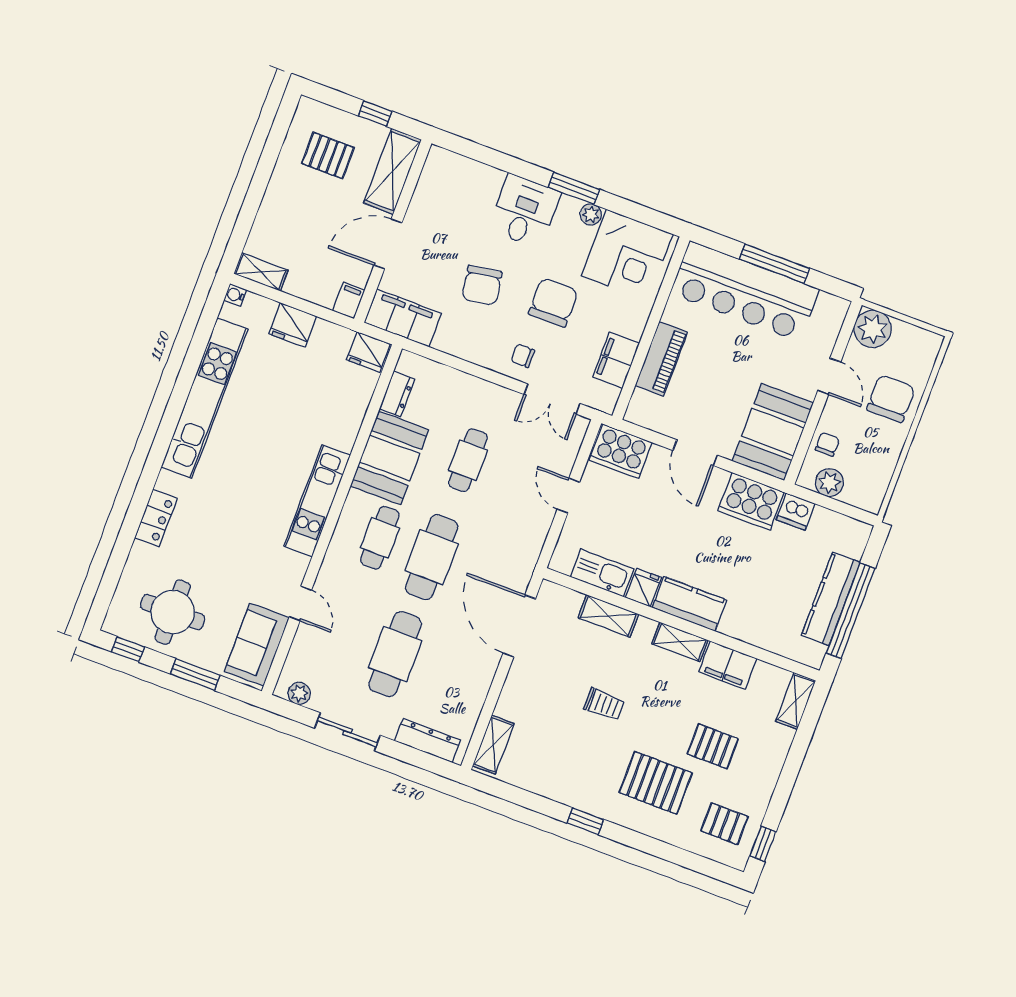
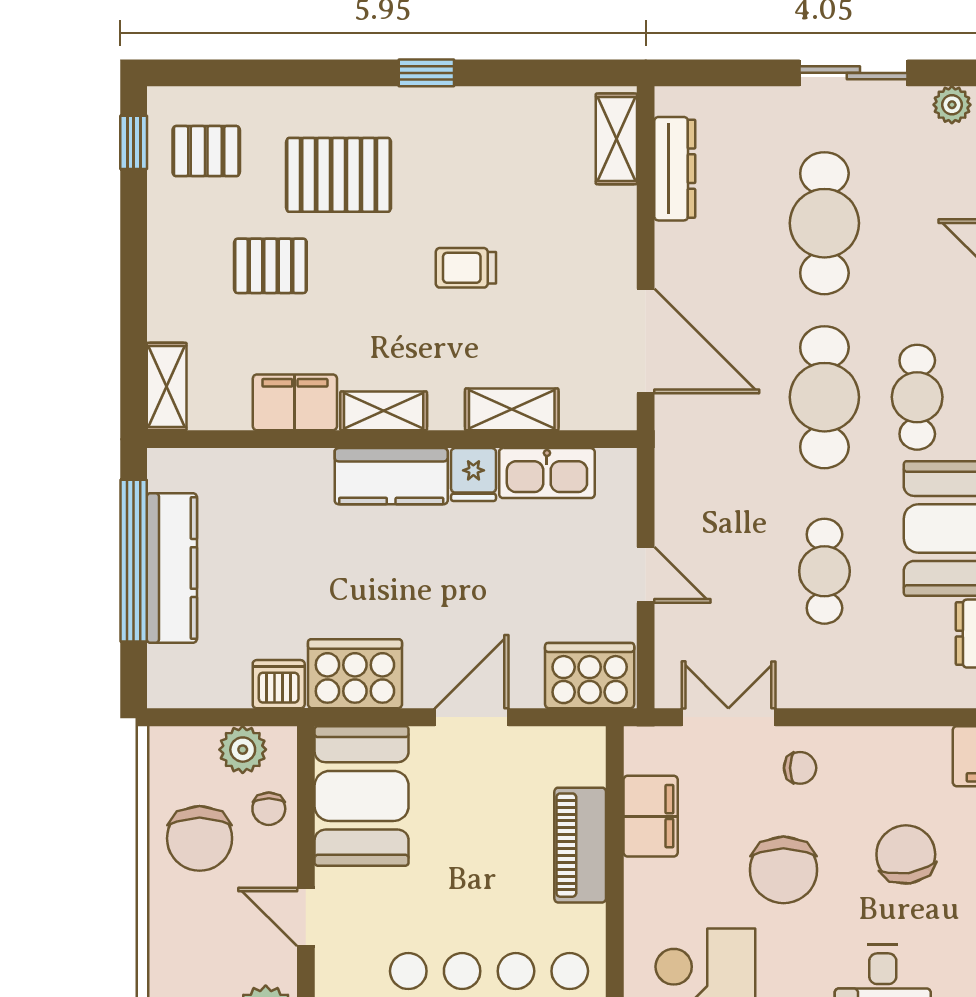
chair: (891, 399) -> (200, 838), moved
door: (695, 453) -> (472, 717), hinge flipped
dresser: (428, 741) -> (675, 169), moved, turned -90

